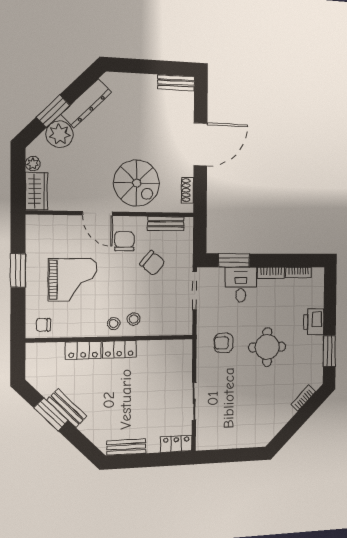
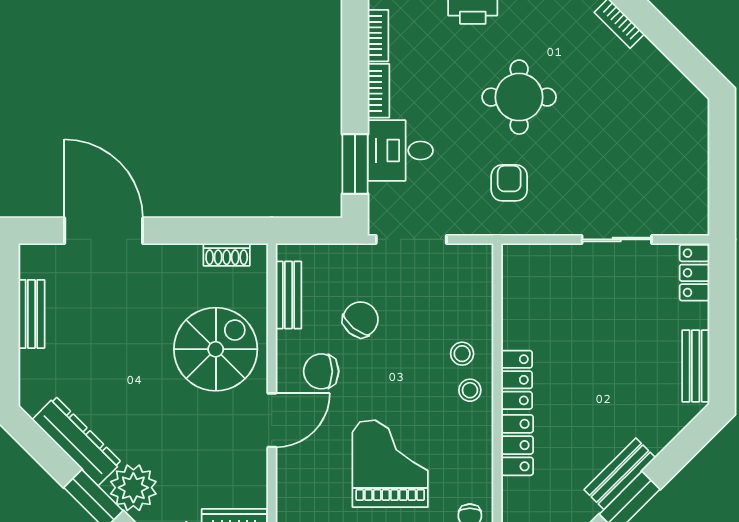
bench: (176, 83) -> (31, 314), moved
door: (200, 144) -> (104, 231), moved
armchair: (224, 343) -> (509, 183), turned 180

